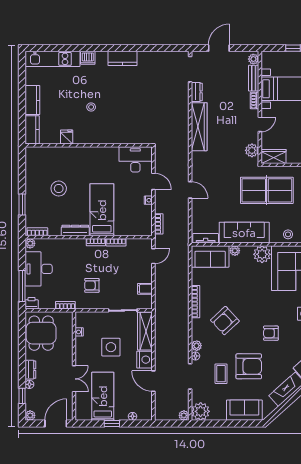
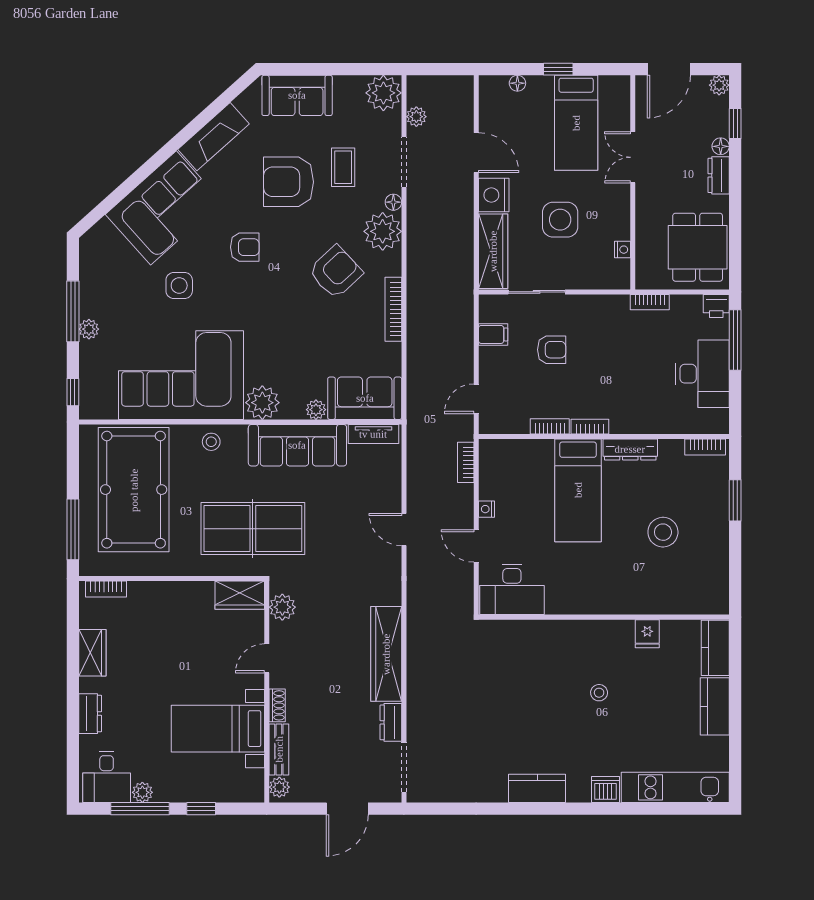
plant: (30, 243) -> (719, 424), removed
armchair: (92, 285) -> (552, 350), moved
plant: (197, 346) -> (383, 231), width x1.88, depth x1.88
plant: (184, 415) -> (416, 117), moved

